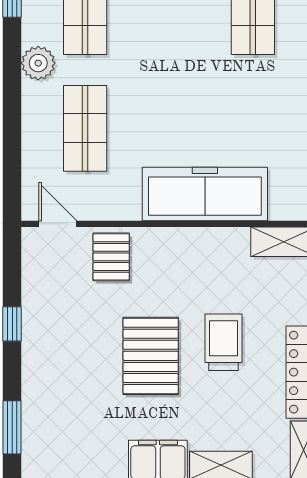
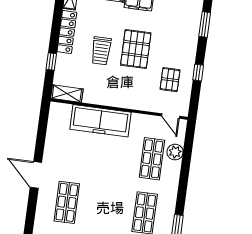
plant: (38, 63) -> (175, 152), moved
pallet: (111, 257) -> (170, 80), moved

